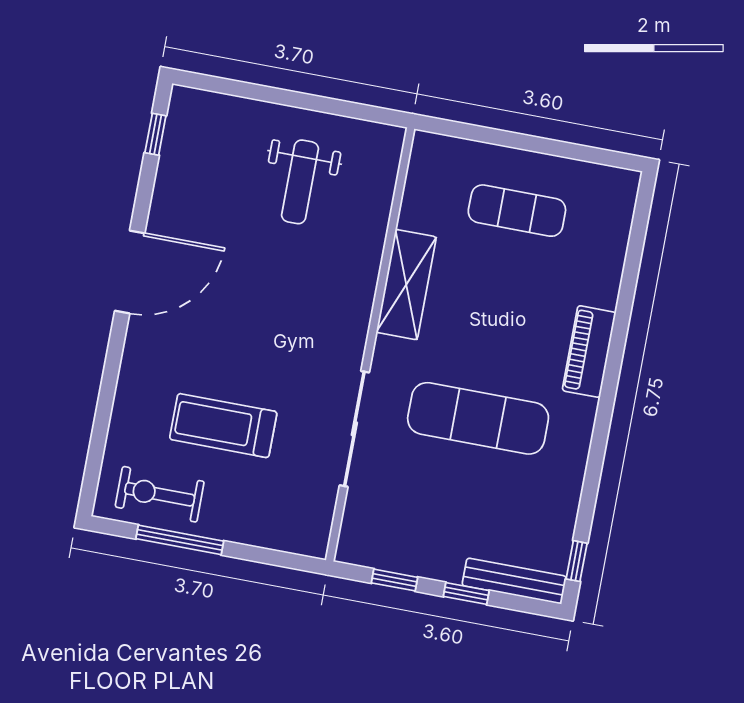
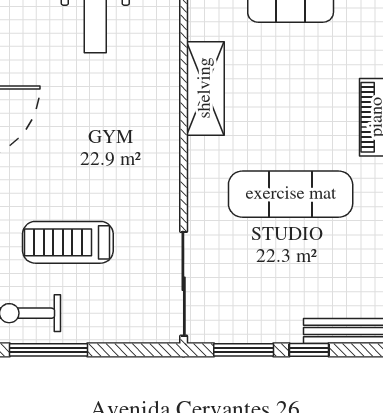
sliding door: (354, 429) -> (184, 284), moved
window: (394, 580) -> (244, 350), width x1.50

